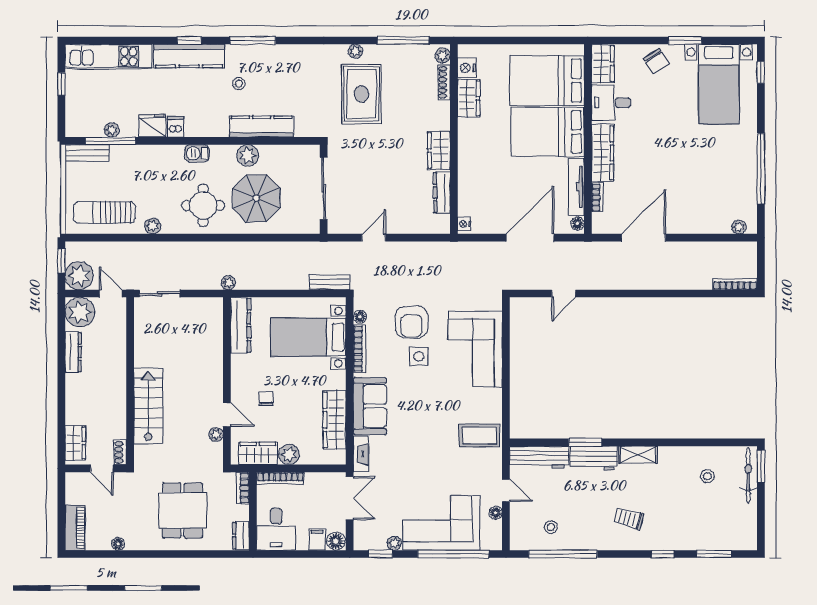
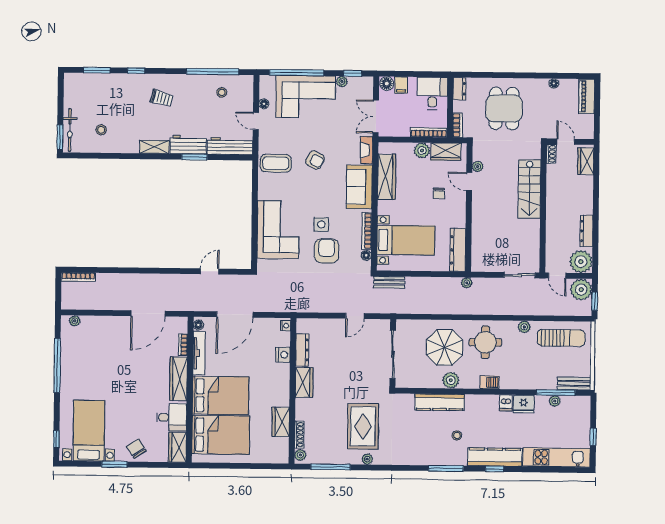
nightstand: (467, 68) -> (283, 355), moved
armchair: (428, 440) -> (315, 160), added

